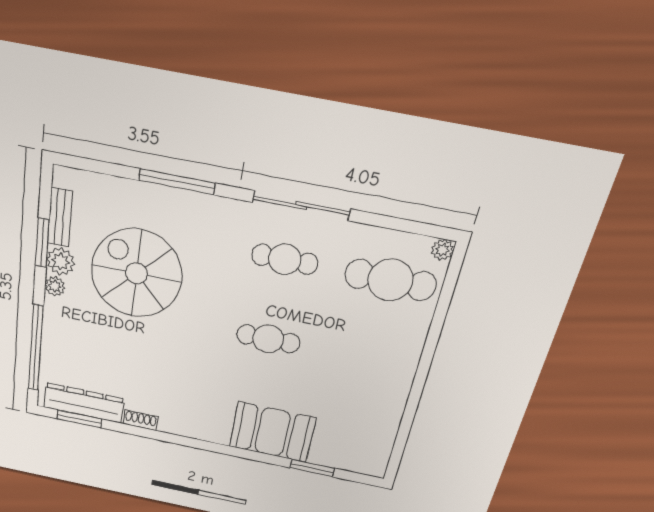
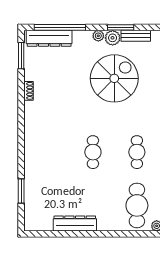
dresser: (394, 396) -> (75, 223), added
dresser: (84, 403) -> (49, 38), moved, turned 90
booth: (272, 432) -> (38, 165), removed

